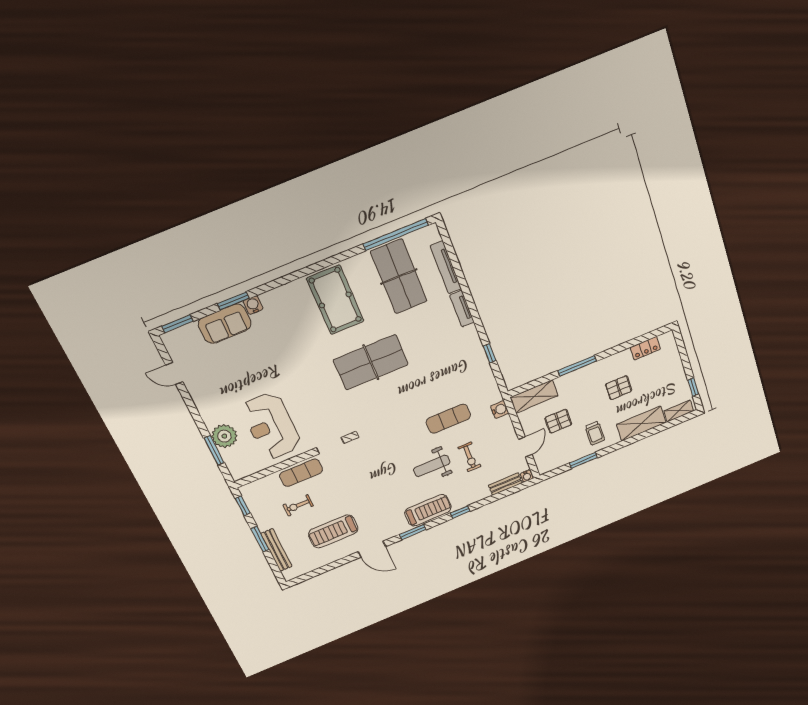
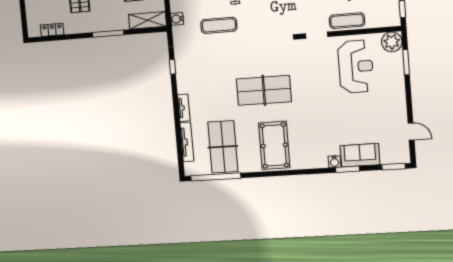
plant: (224, 436) -> (392, 42), moved

